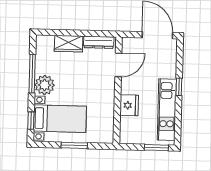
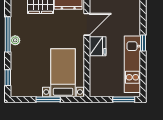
plant: (45, 85) -> (15, 40), width x0.53, depth x0.53
fridge: (129, 105) -> (98, 46), moved
bed with nightstands: (60, 119) -> (63, 73), moved, turned -90

